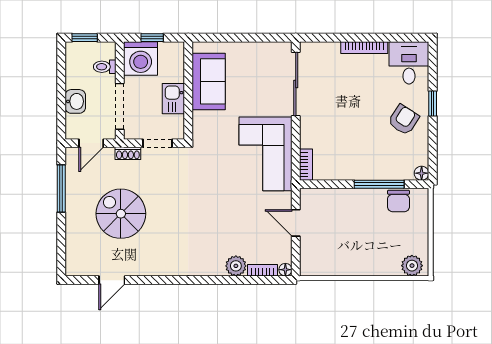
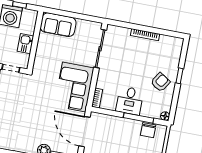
desk: (409, 63) -> (130, 101), moved, turned 180
sofa: (209, 81) -> (58, 25), moved, turned 90
door: (296, 223) -> (84, 132), width x1.88

